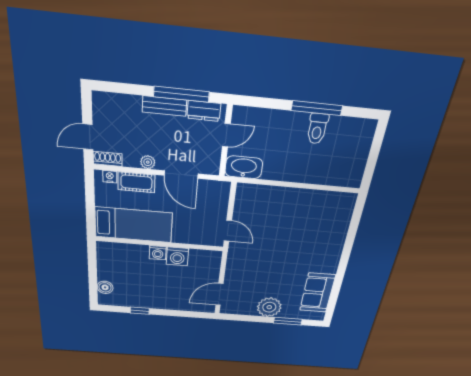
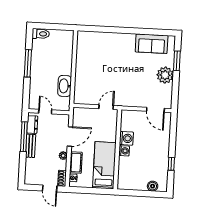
toilet: (317, 129) -> (41, 34), moved
washbasin: (244, 167) -> (65, 86), moved

